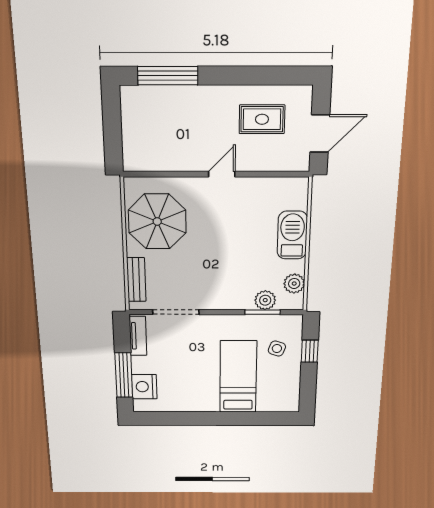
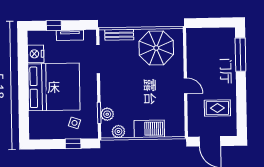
rug: (262, 119) -> (217, 108), turned 90
tv unit: (138, 336) -> (70, 35), moved
window: (124, 375) -> (54, 26), width x0.46
bed: (238, 377) -> (54, 87), width x2.04
nightstand: (144, 387) -> (36, 54), moved, turned -90

